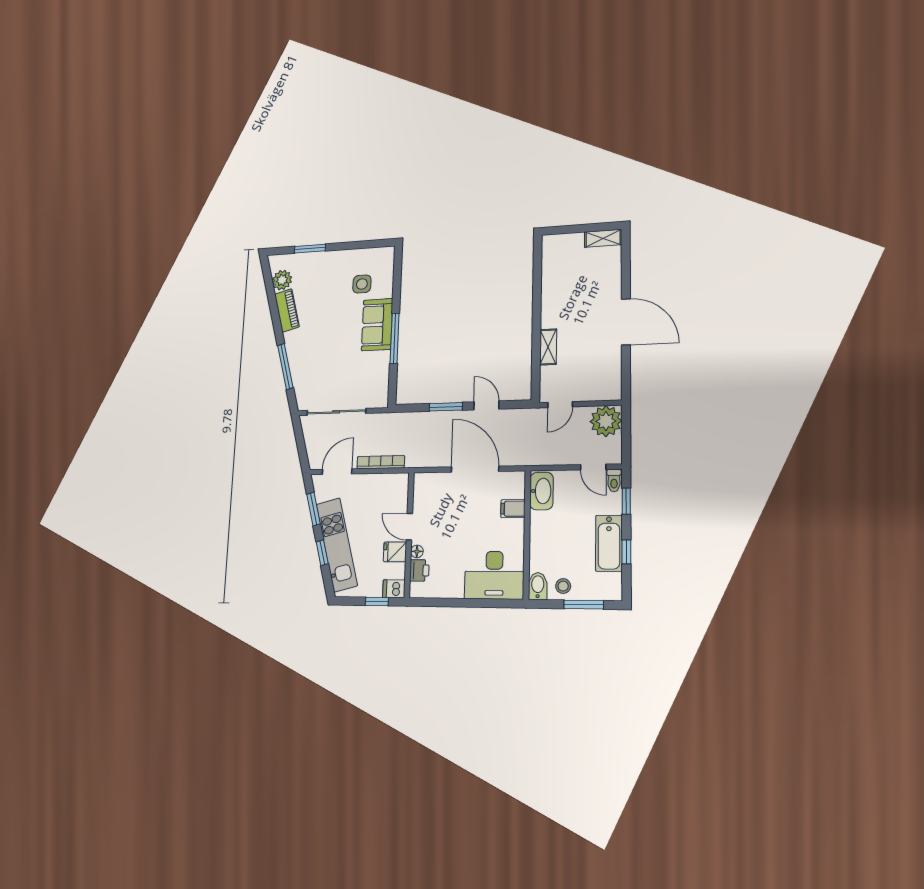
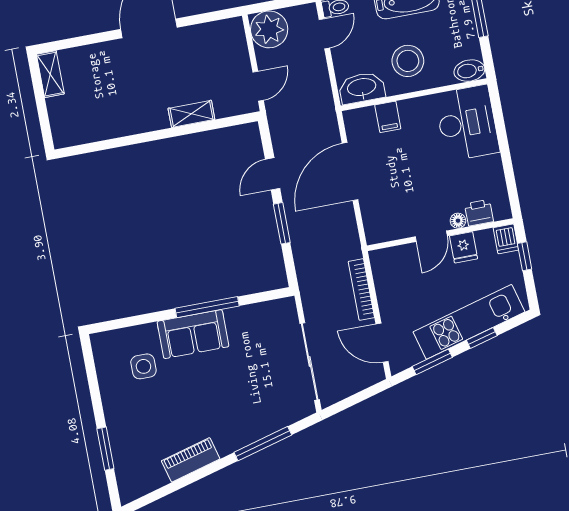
plant: (282, 280) -> (152, 477), removed
door: (560, 405) -> (258, 86), hinge flipped
stool: (563, 586) -> (408, 61), moved, width x1.89, depth x1.89

